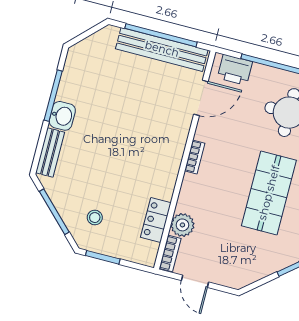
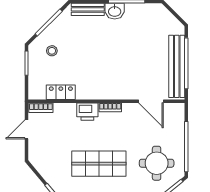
printer: (235, 70) -> (87, 112), moved, turned -90
plant: (182, 225) -> (62, 111), removed

